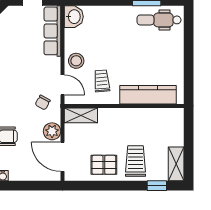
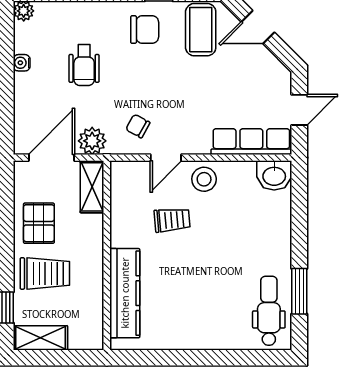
kitchen counter: (148, 95) -> (125, 293), moved
wall: (124, 106) -> (107, 255), moved
shelving: (81, 115) -> (92, 187), moved

